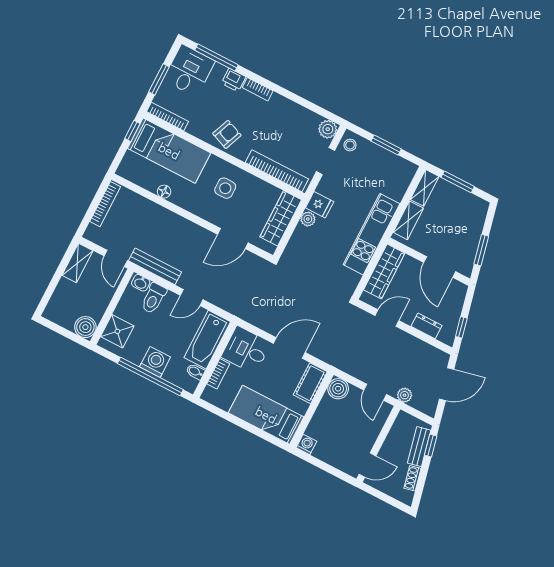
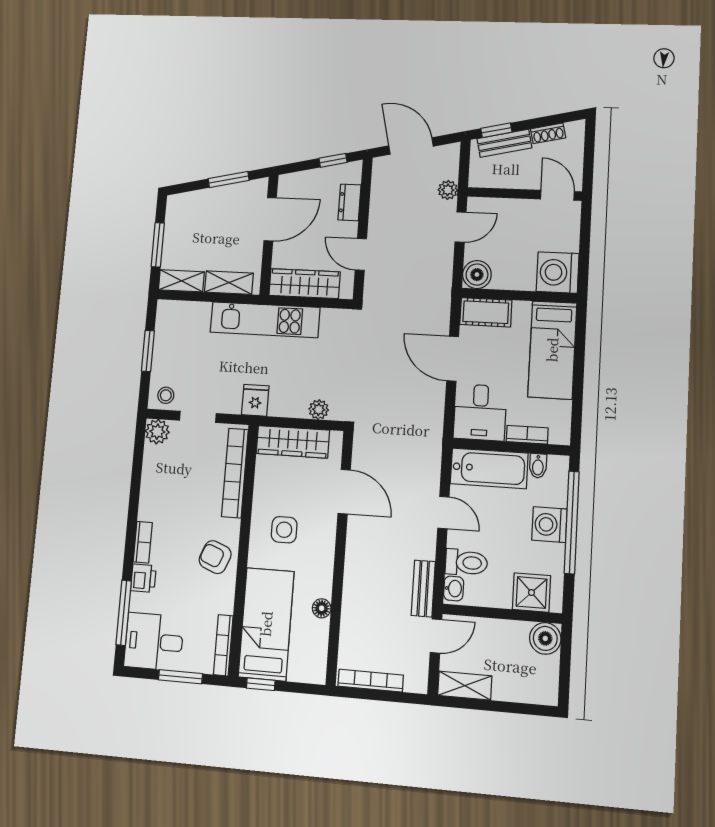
plant: (308, 219) -> (319, 410), moved
bench: (155, 266) -> (423, 589), width x0.73
washing machine: (306, 444) -> (558, 272), width x1.89, depth x1.89

